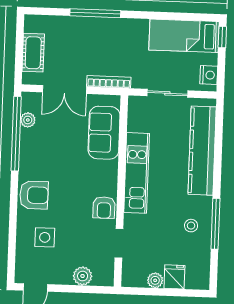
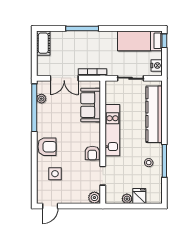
cot: (33, 53) -> (43, 43), moved
plant: (83, 276) -> (94, 198), moved

